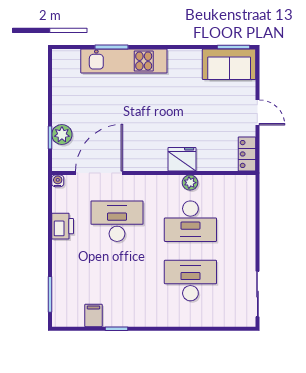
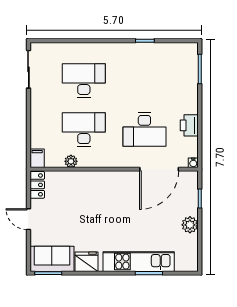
plant: (62, 135) -> (190, 225), moved
fridge: (182, 159) -> (87, 262), moved, turned 180
plant: (190, 183) -> (71, 161), moved
desk: (190, 281) -> (84, 80), turned 180
filing cabinet: (93, 315) -> (37, 158), moved, turned 180

